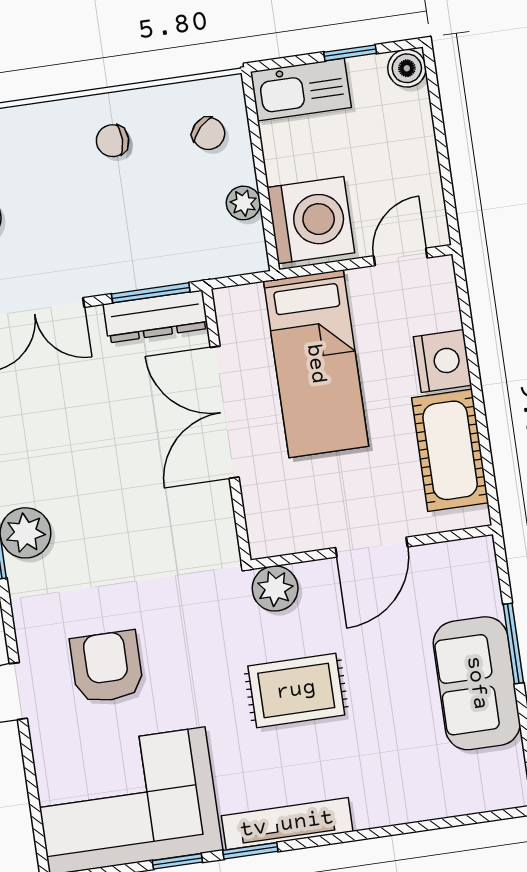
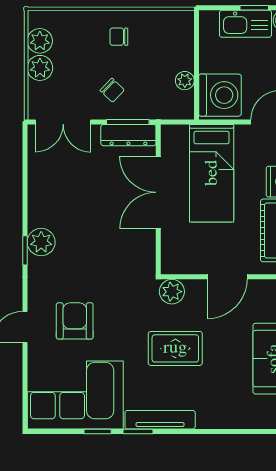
kitchen sink: (301, 90) -> (245, 24), moved
chair: (208, 133) -> (112, 90), moved

